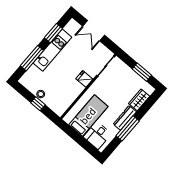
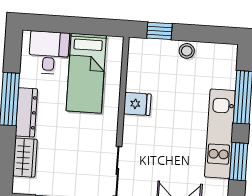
fridge: (84, 79) -> (137, 104), moved
window: (38, 104) -> (159, 31), moved

